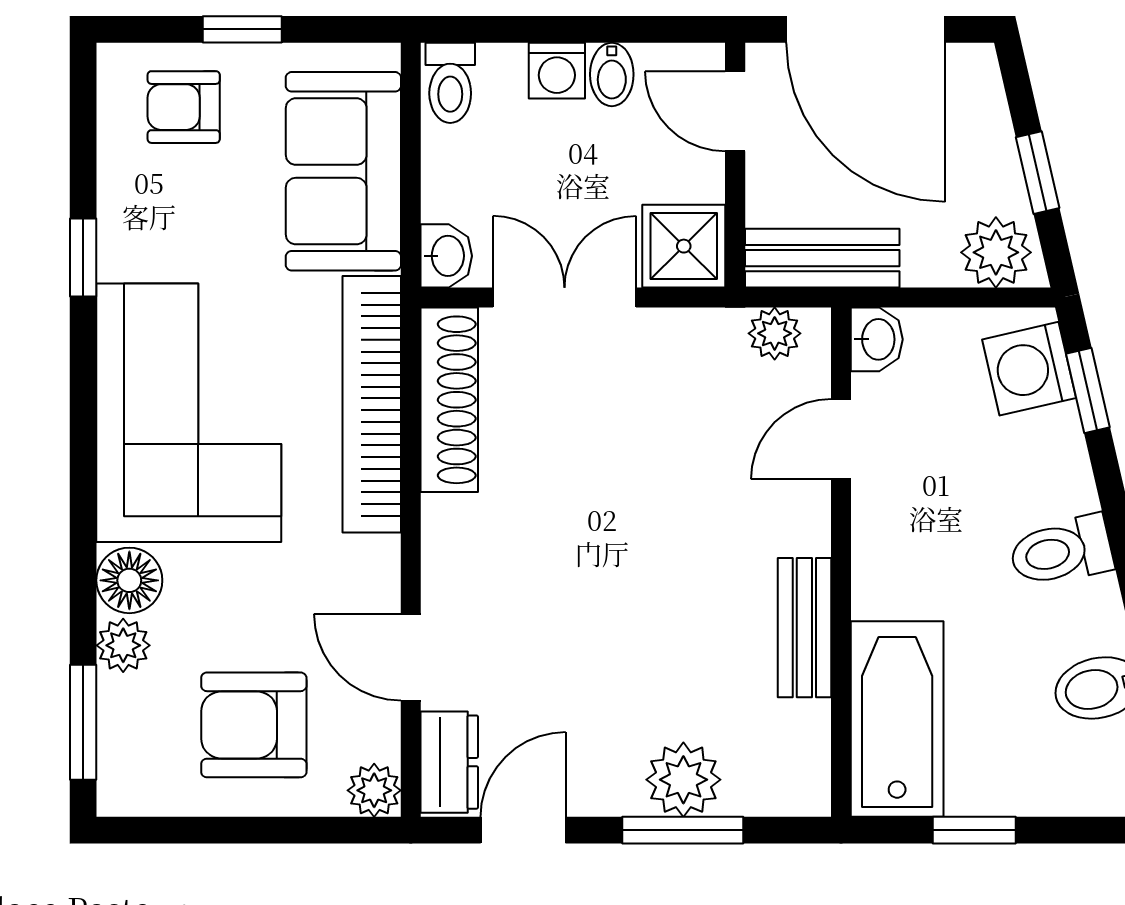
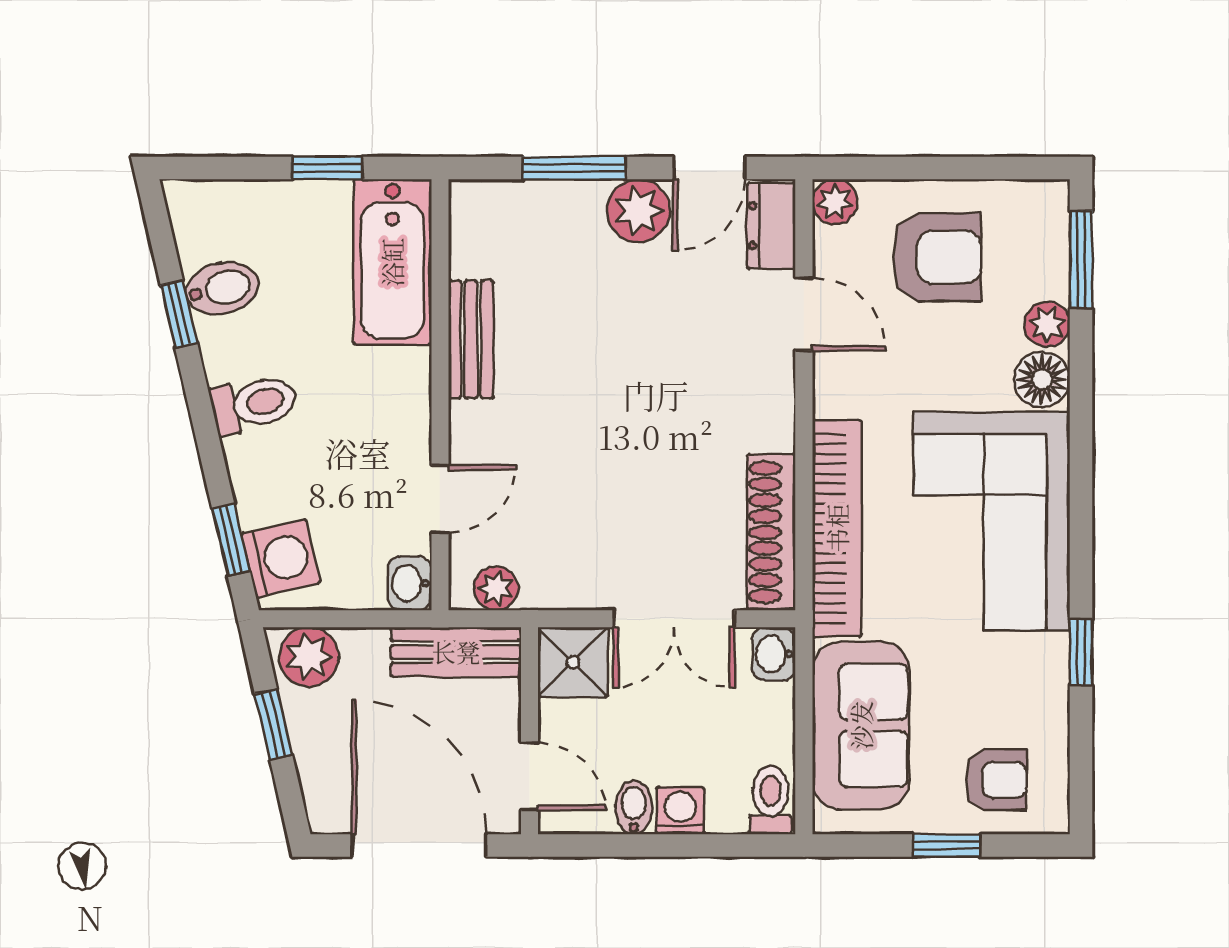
plant: (683, 780) -> (638, 211), moved

